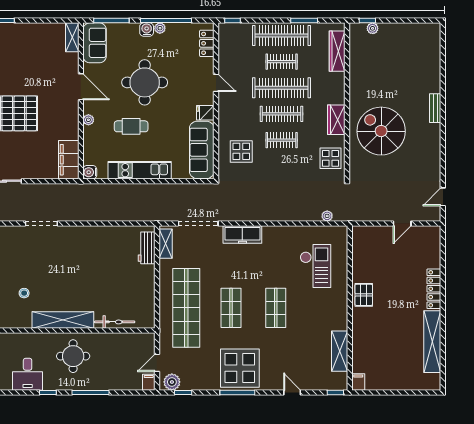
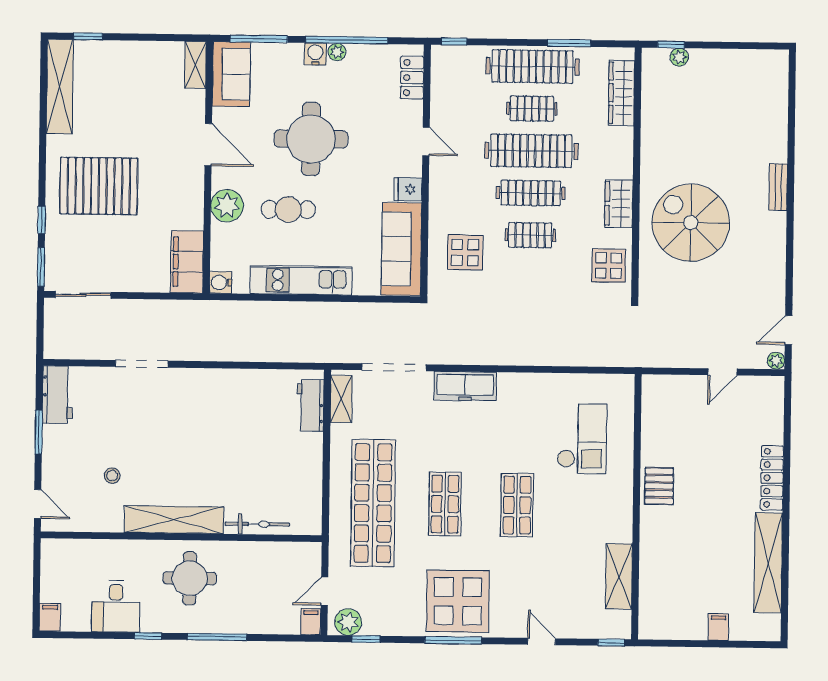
plant: (88, 120) -> (227, 206), width x1.88, depth x1.88
plant: (327, 216) -> (776, 361), moved
filing cabinet: (358, 382) -> (718, 627), moved

